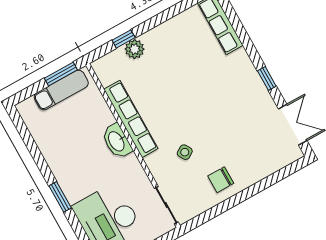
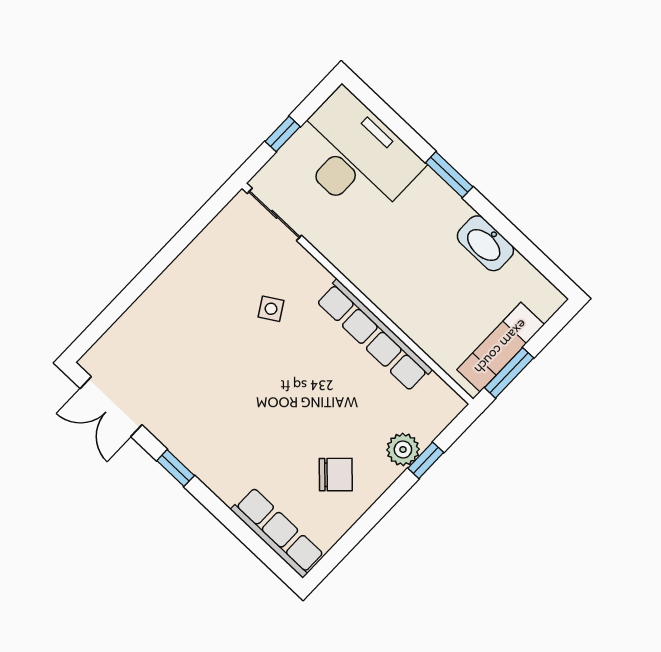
washbasin: (117, 141) -> (485, 243), moved, turned 180
chair: (221, 180) -> (336, 475), moved, turned 46

